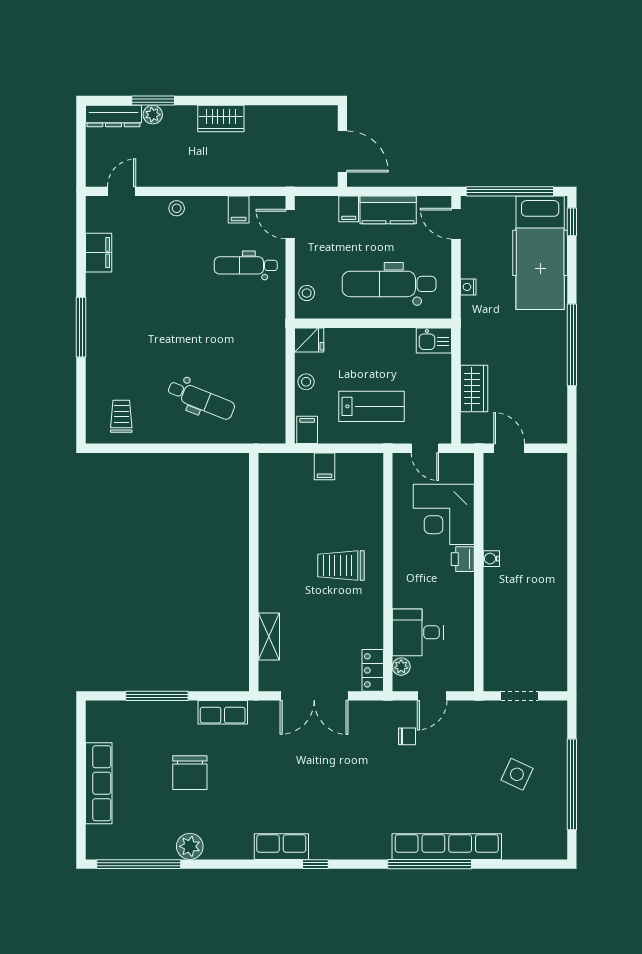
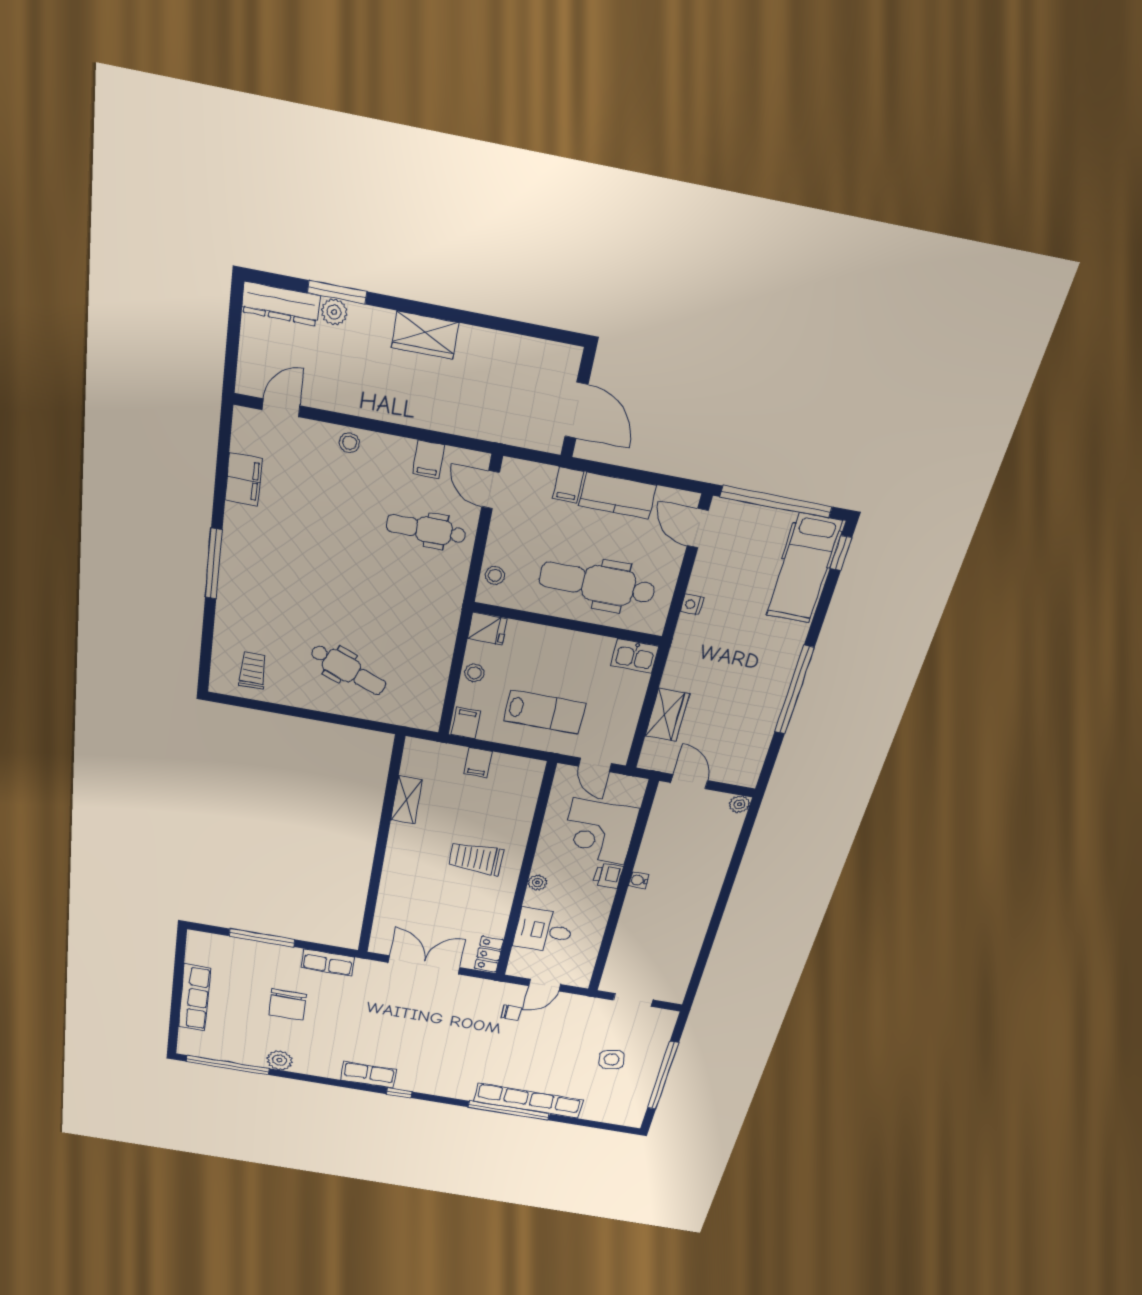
hospital bed: (540, 253) -> (804, 569), width x0.73, depth x0.78
plant: (558, 462) -> (739, 804), added
shelving: (269, 636) -> (406, 800), moved
plant: (401, 667) -> (538, 883), moved
double door: (314, 696) -> (424, 965), swing flipped
side table: (517, 774) -> (612, 1059), turned -37

